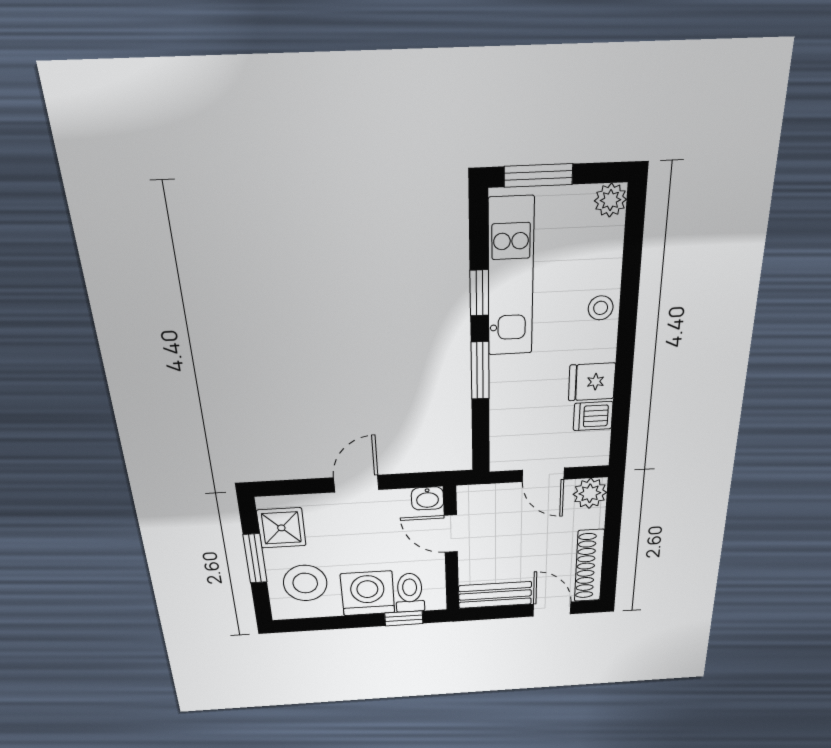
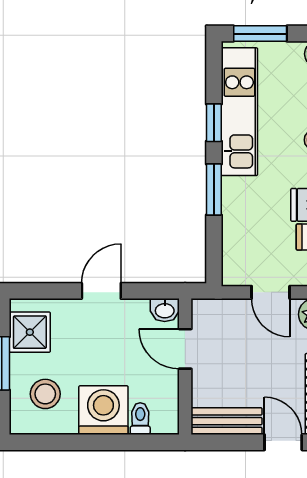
stool: (305, 583) -> (45, 394), width x0.73, depth x0.73
toilet: (410, 593) -> (140, 419), width x0.73, depth x0.72
window: (404, 618) -> (137, 442), removed

